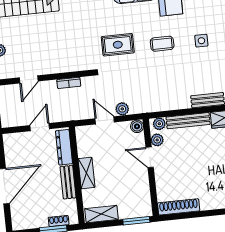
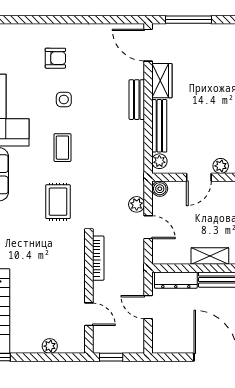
bookcase: (69, 83) -> (98, 258), width x1.56
door: (105, 120) -> (148, 227), swing flipped
plant: (157, 140) -> (221, 166), moved

